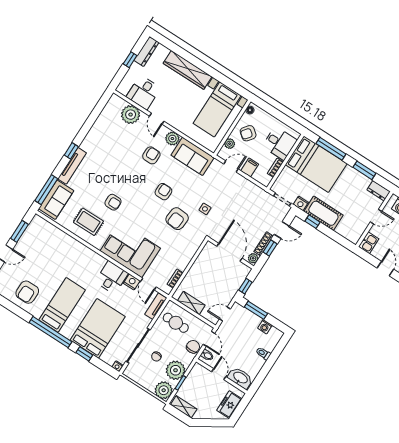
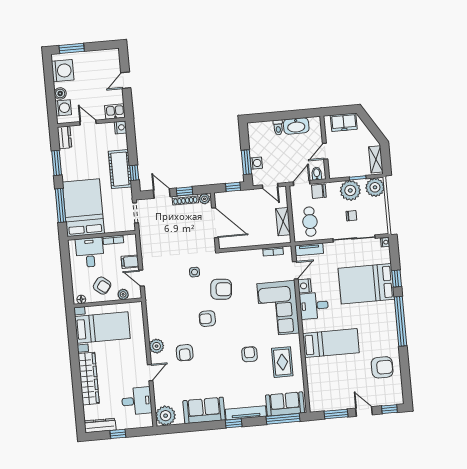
plant: (131, 115) -> (166, 416), moved
armchair: (151, 155) -> (185, 353), turned -90
sofa: (193, 156) -> (204, 410), moved, turned -90
nightstand: (301, 203) -> (120, 127), moved
door: (229, 252) -> (215, 223), swing flipped
bed: (62, 305) -> (331, 343), moved, turned 180
washing machine: (265, 327) -> (256, 163), moved
washbasin: (240, 378) -> (296, 126), moved, turned -90

